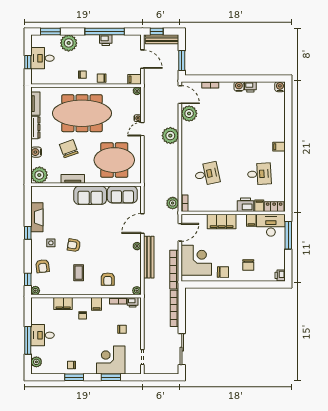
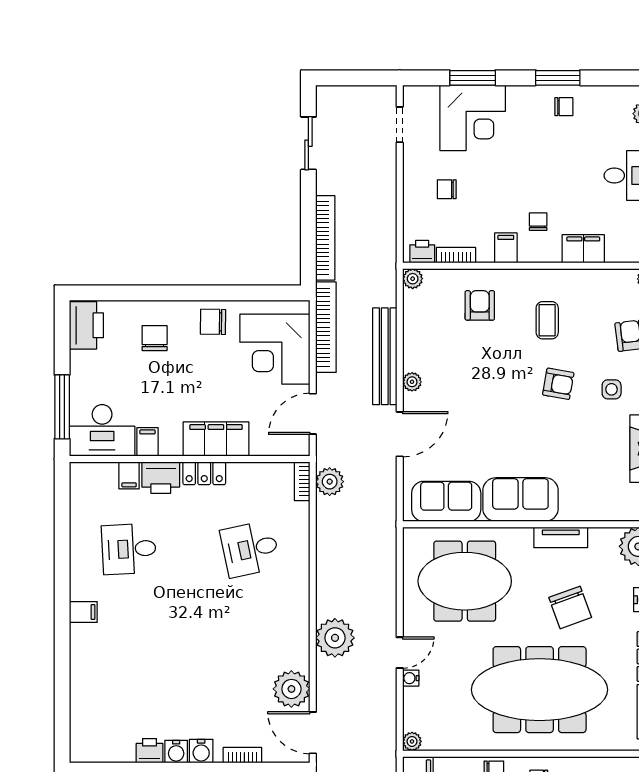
water cooler: (280, 87) -> (201, 751), moved
locker: (274, 207) -> (204, 473), moved
printer: (280, 275) -> (86, 325), width x1.87, depth x1.48
sliding door: (182, 349) -> (308, 143), width x0.73

